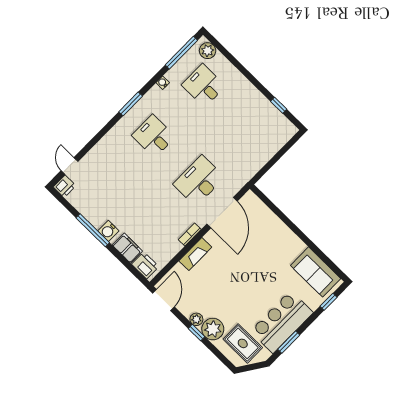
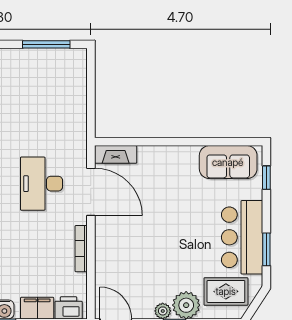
window: (279, 105) -> (46, 44), width x2.17
bookcase: (190, 234) -> (81, 249), width x1.56
fireplace: (195, 254) -> (116, 154), moved, turned 90

